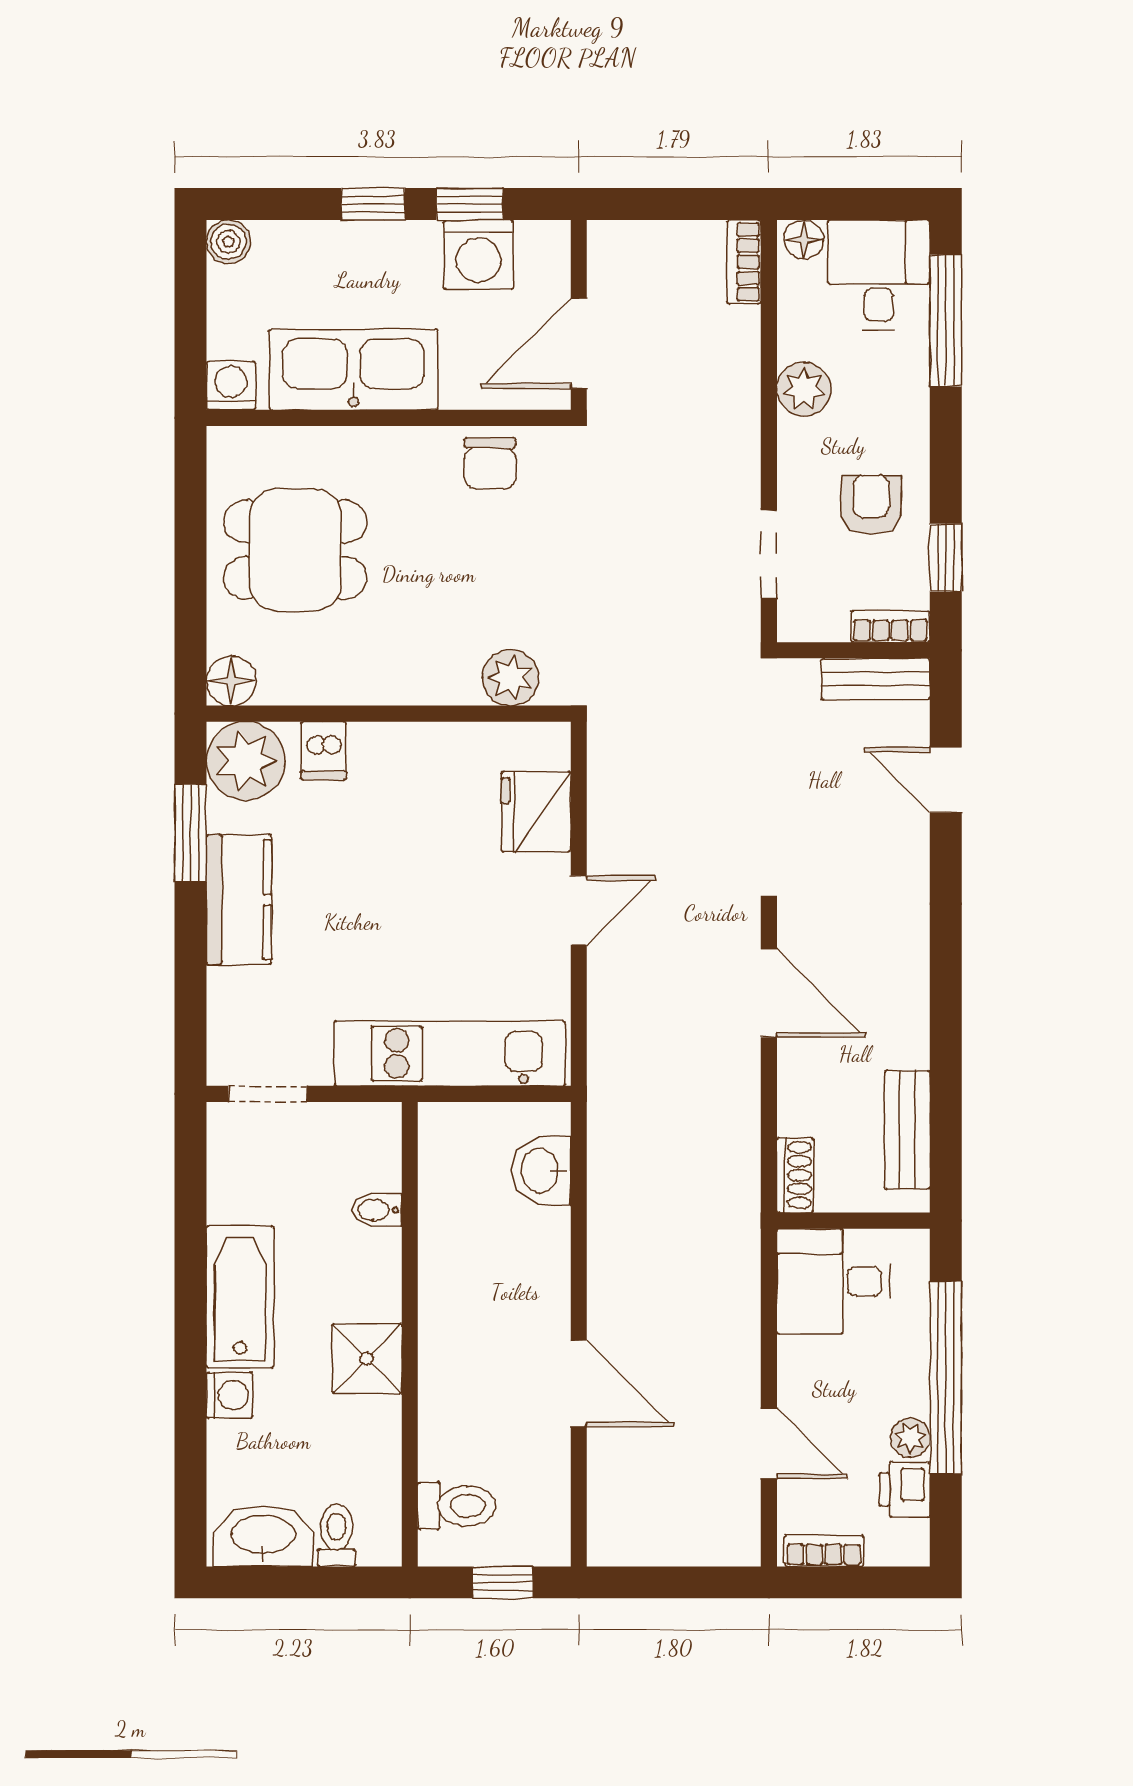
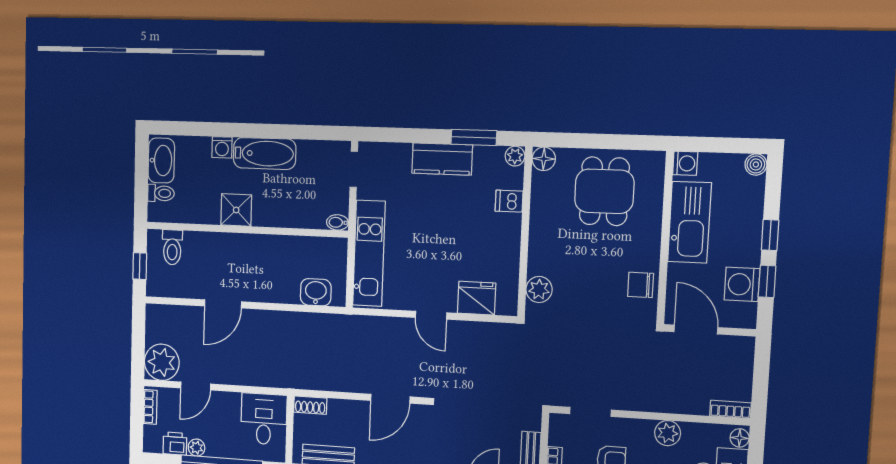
plant: (246, 761) -> (515, 156), width x0.53, depth x0.53
bidet: (377, 1210) -> (337, 222), moved, turned -90
plant: (719, 1525) -> (162, 362), added

